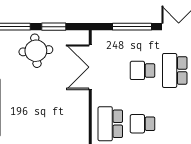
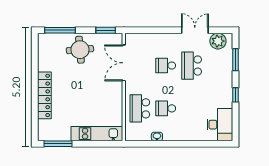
window: (54, 27) -> (106, 30), moved
window: (132, 27) -> (157, 30), removed

